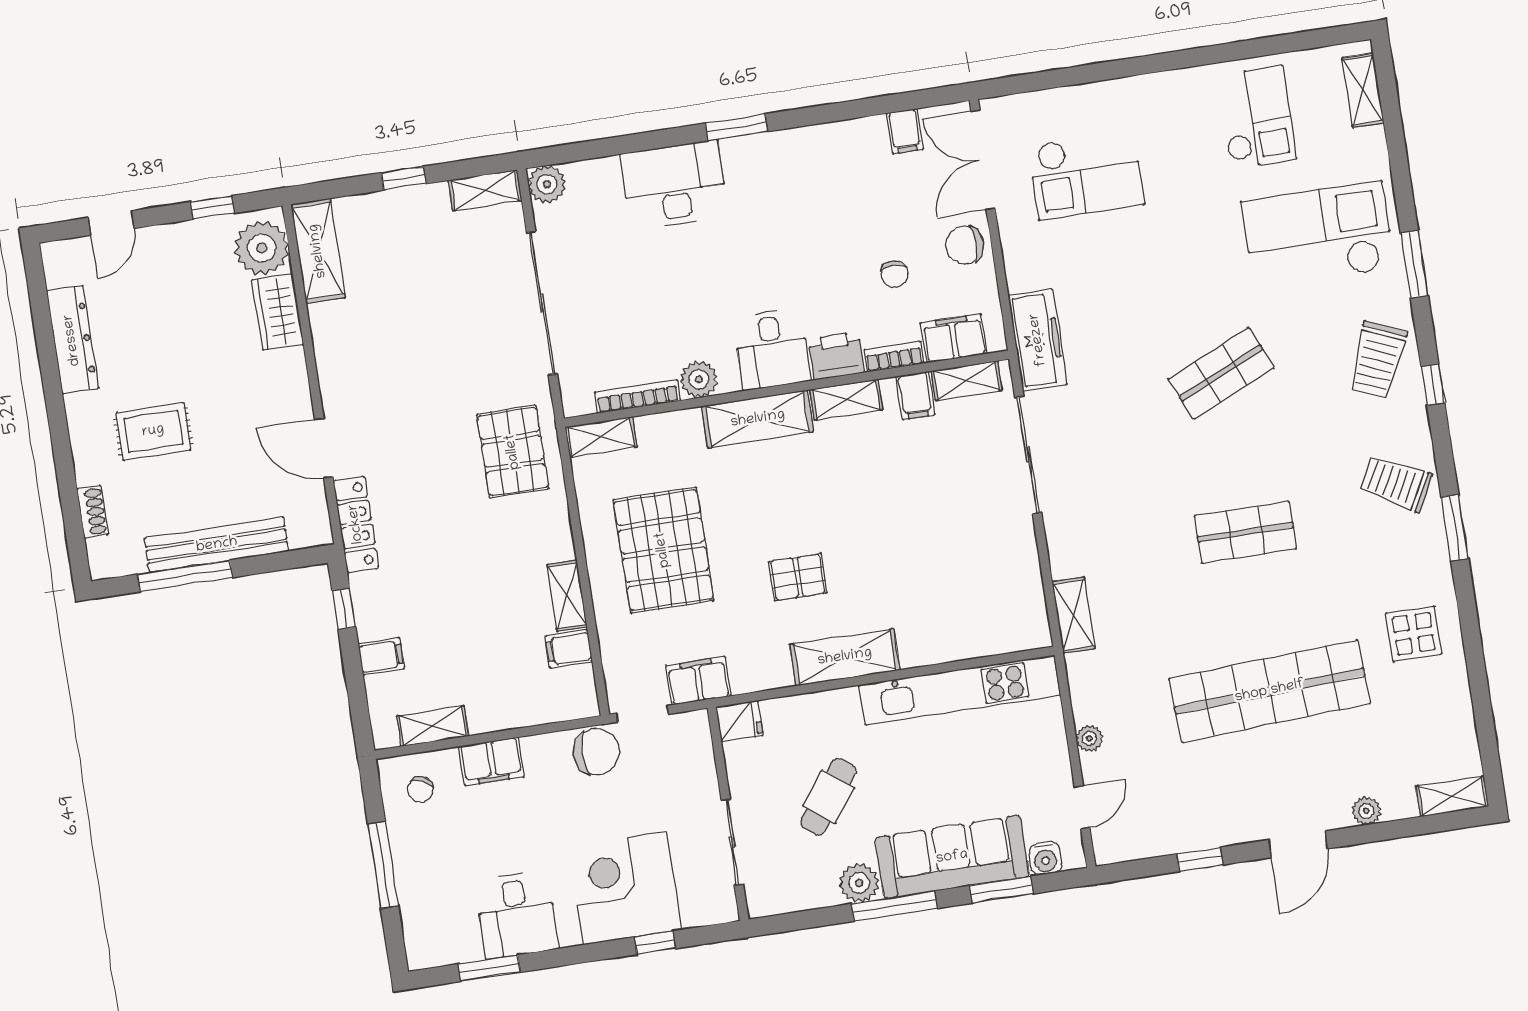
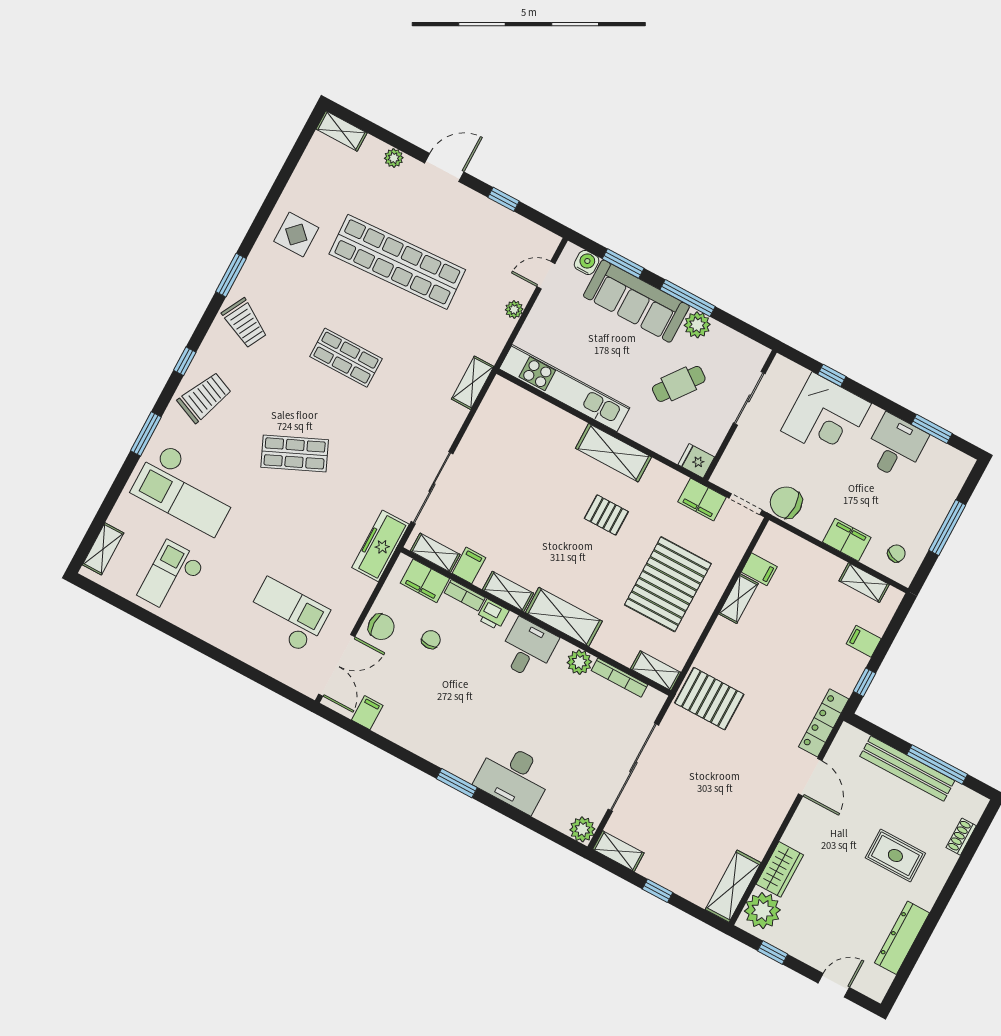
printer: (836, 356) -> (493, 614), width x0.73, depth x0.81
pallet: (513, 452) -> (709, 699), turned 90

